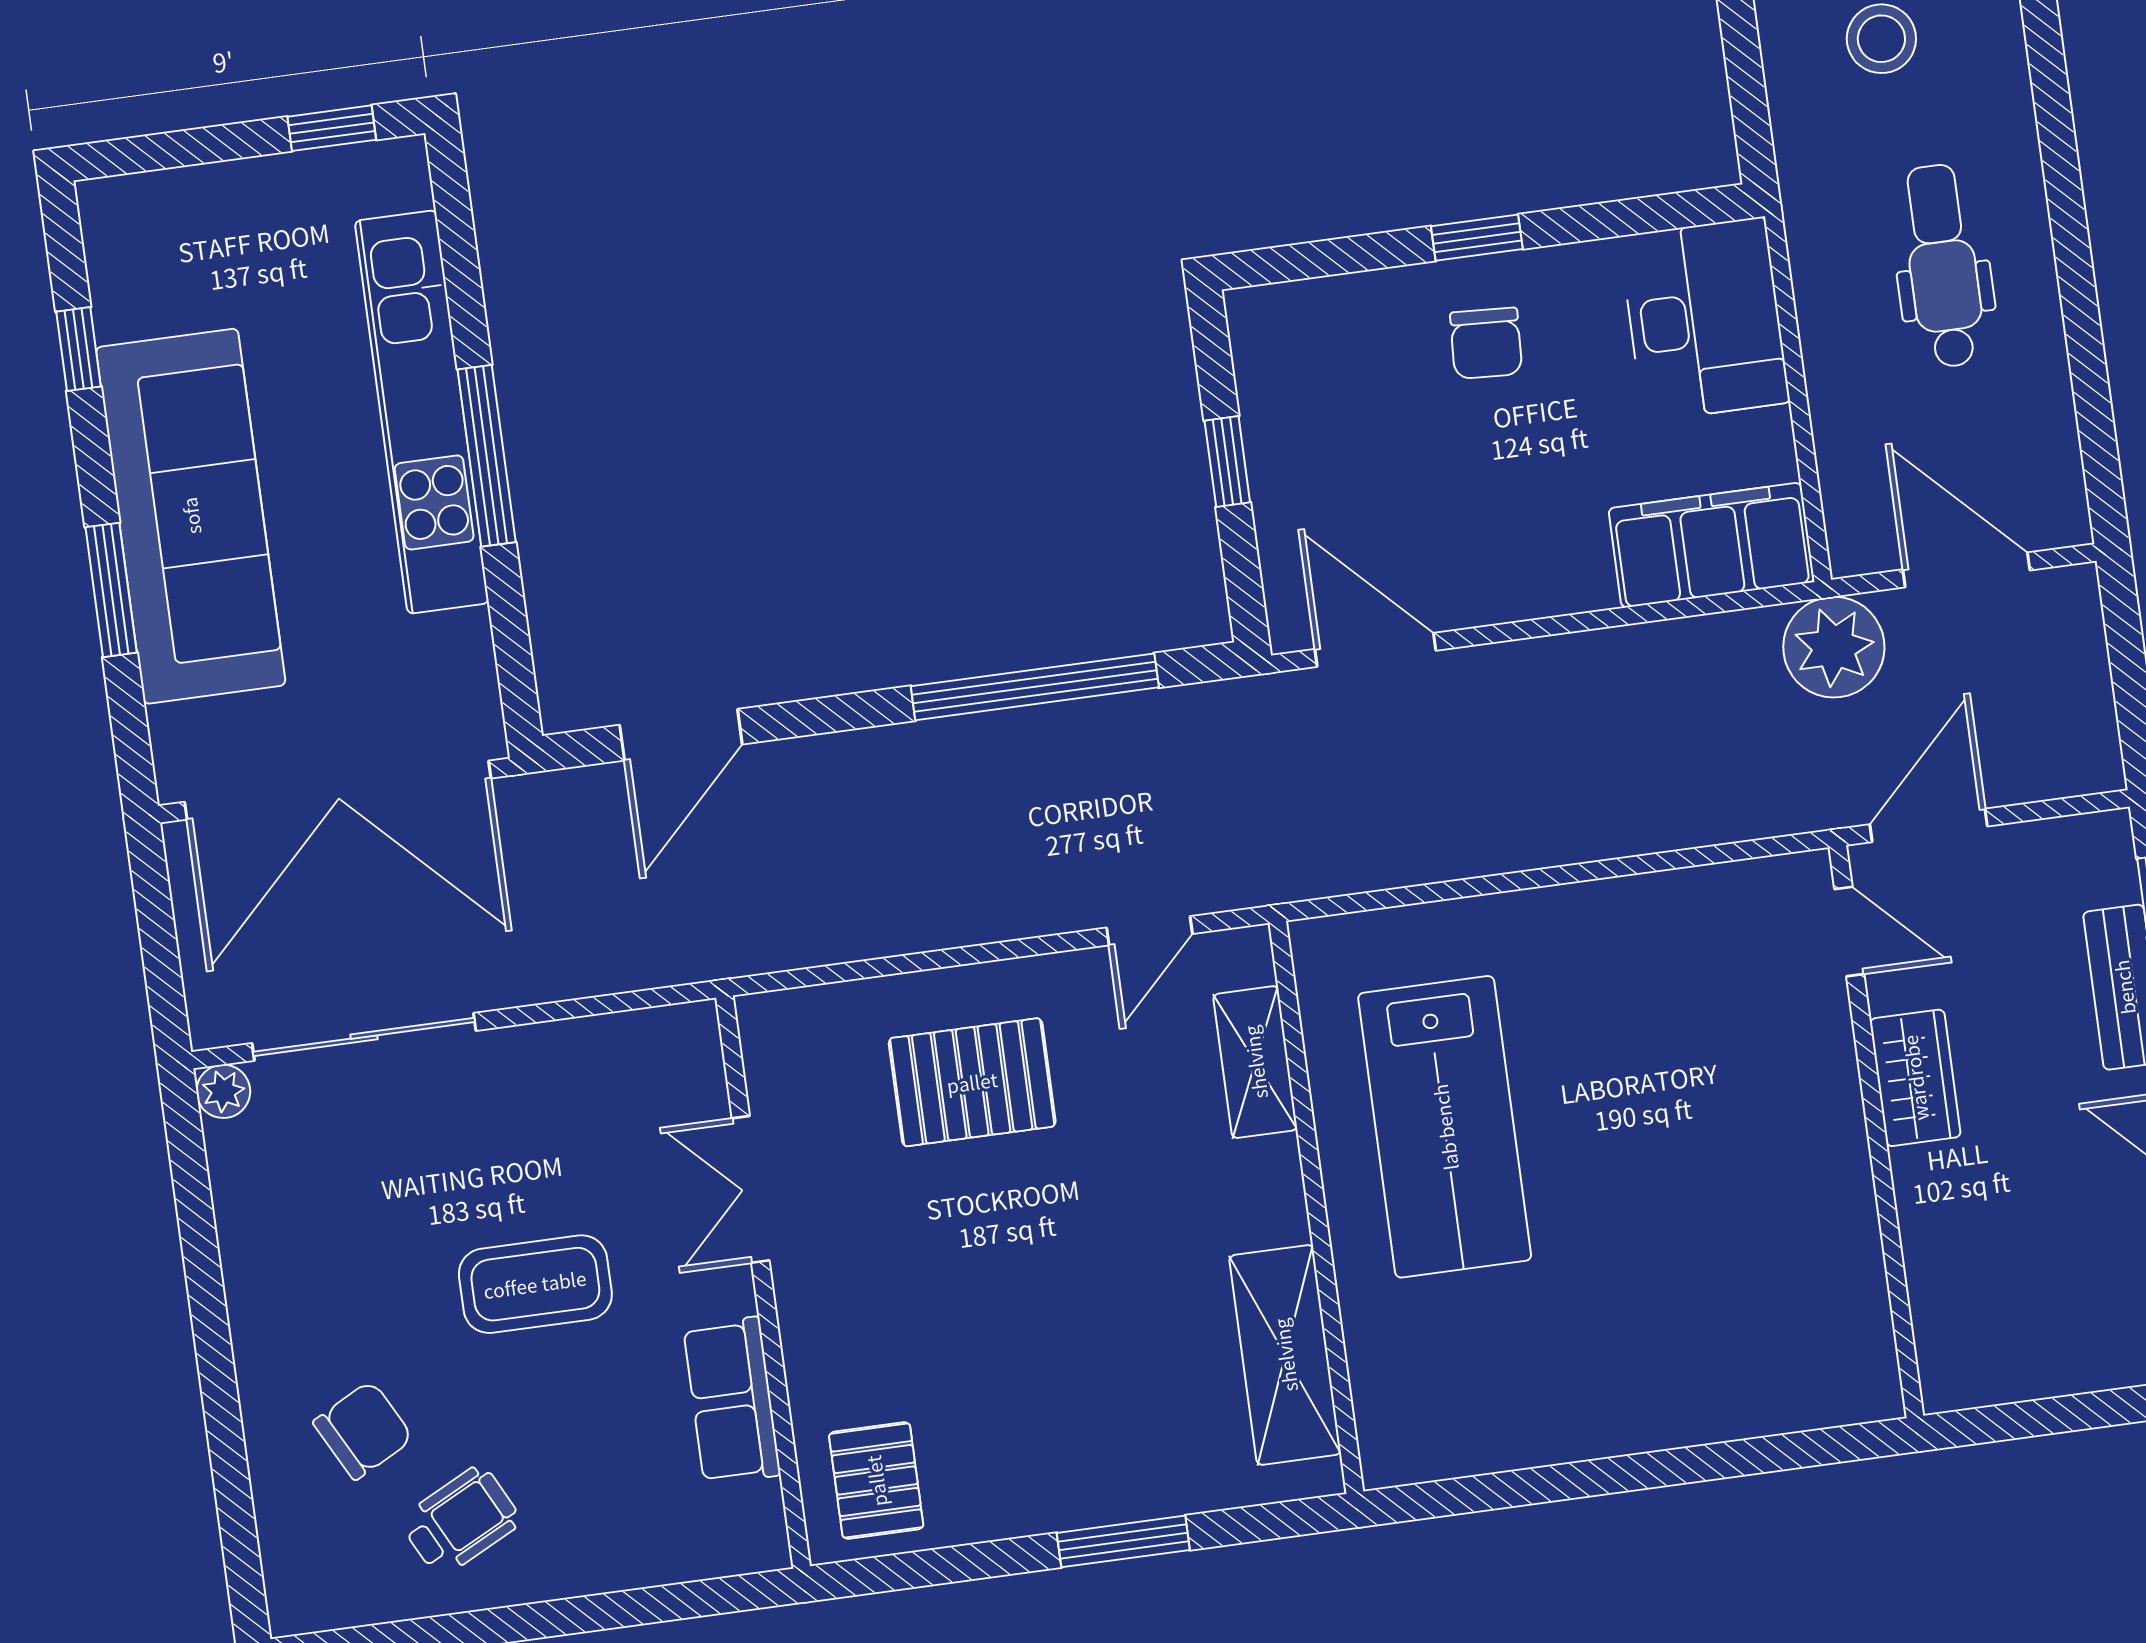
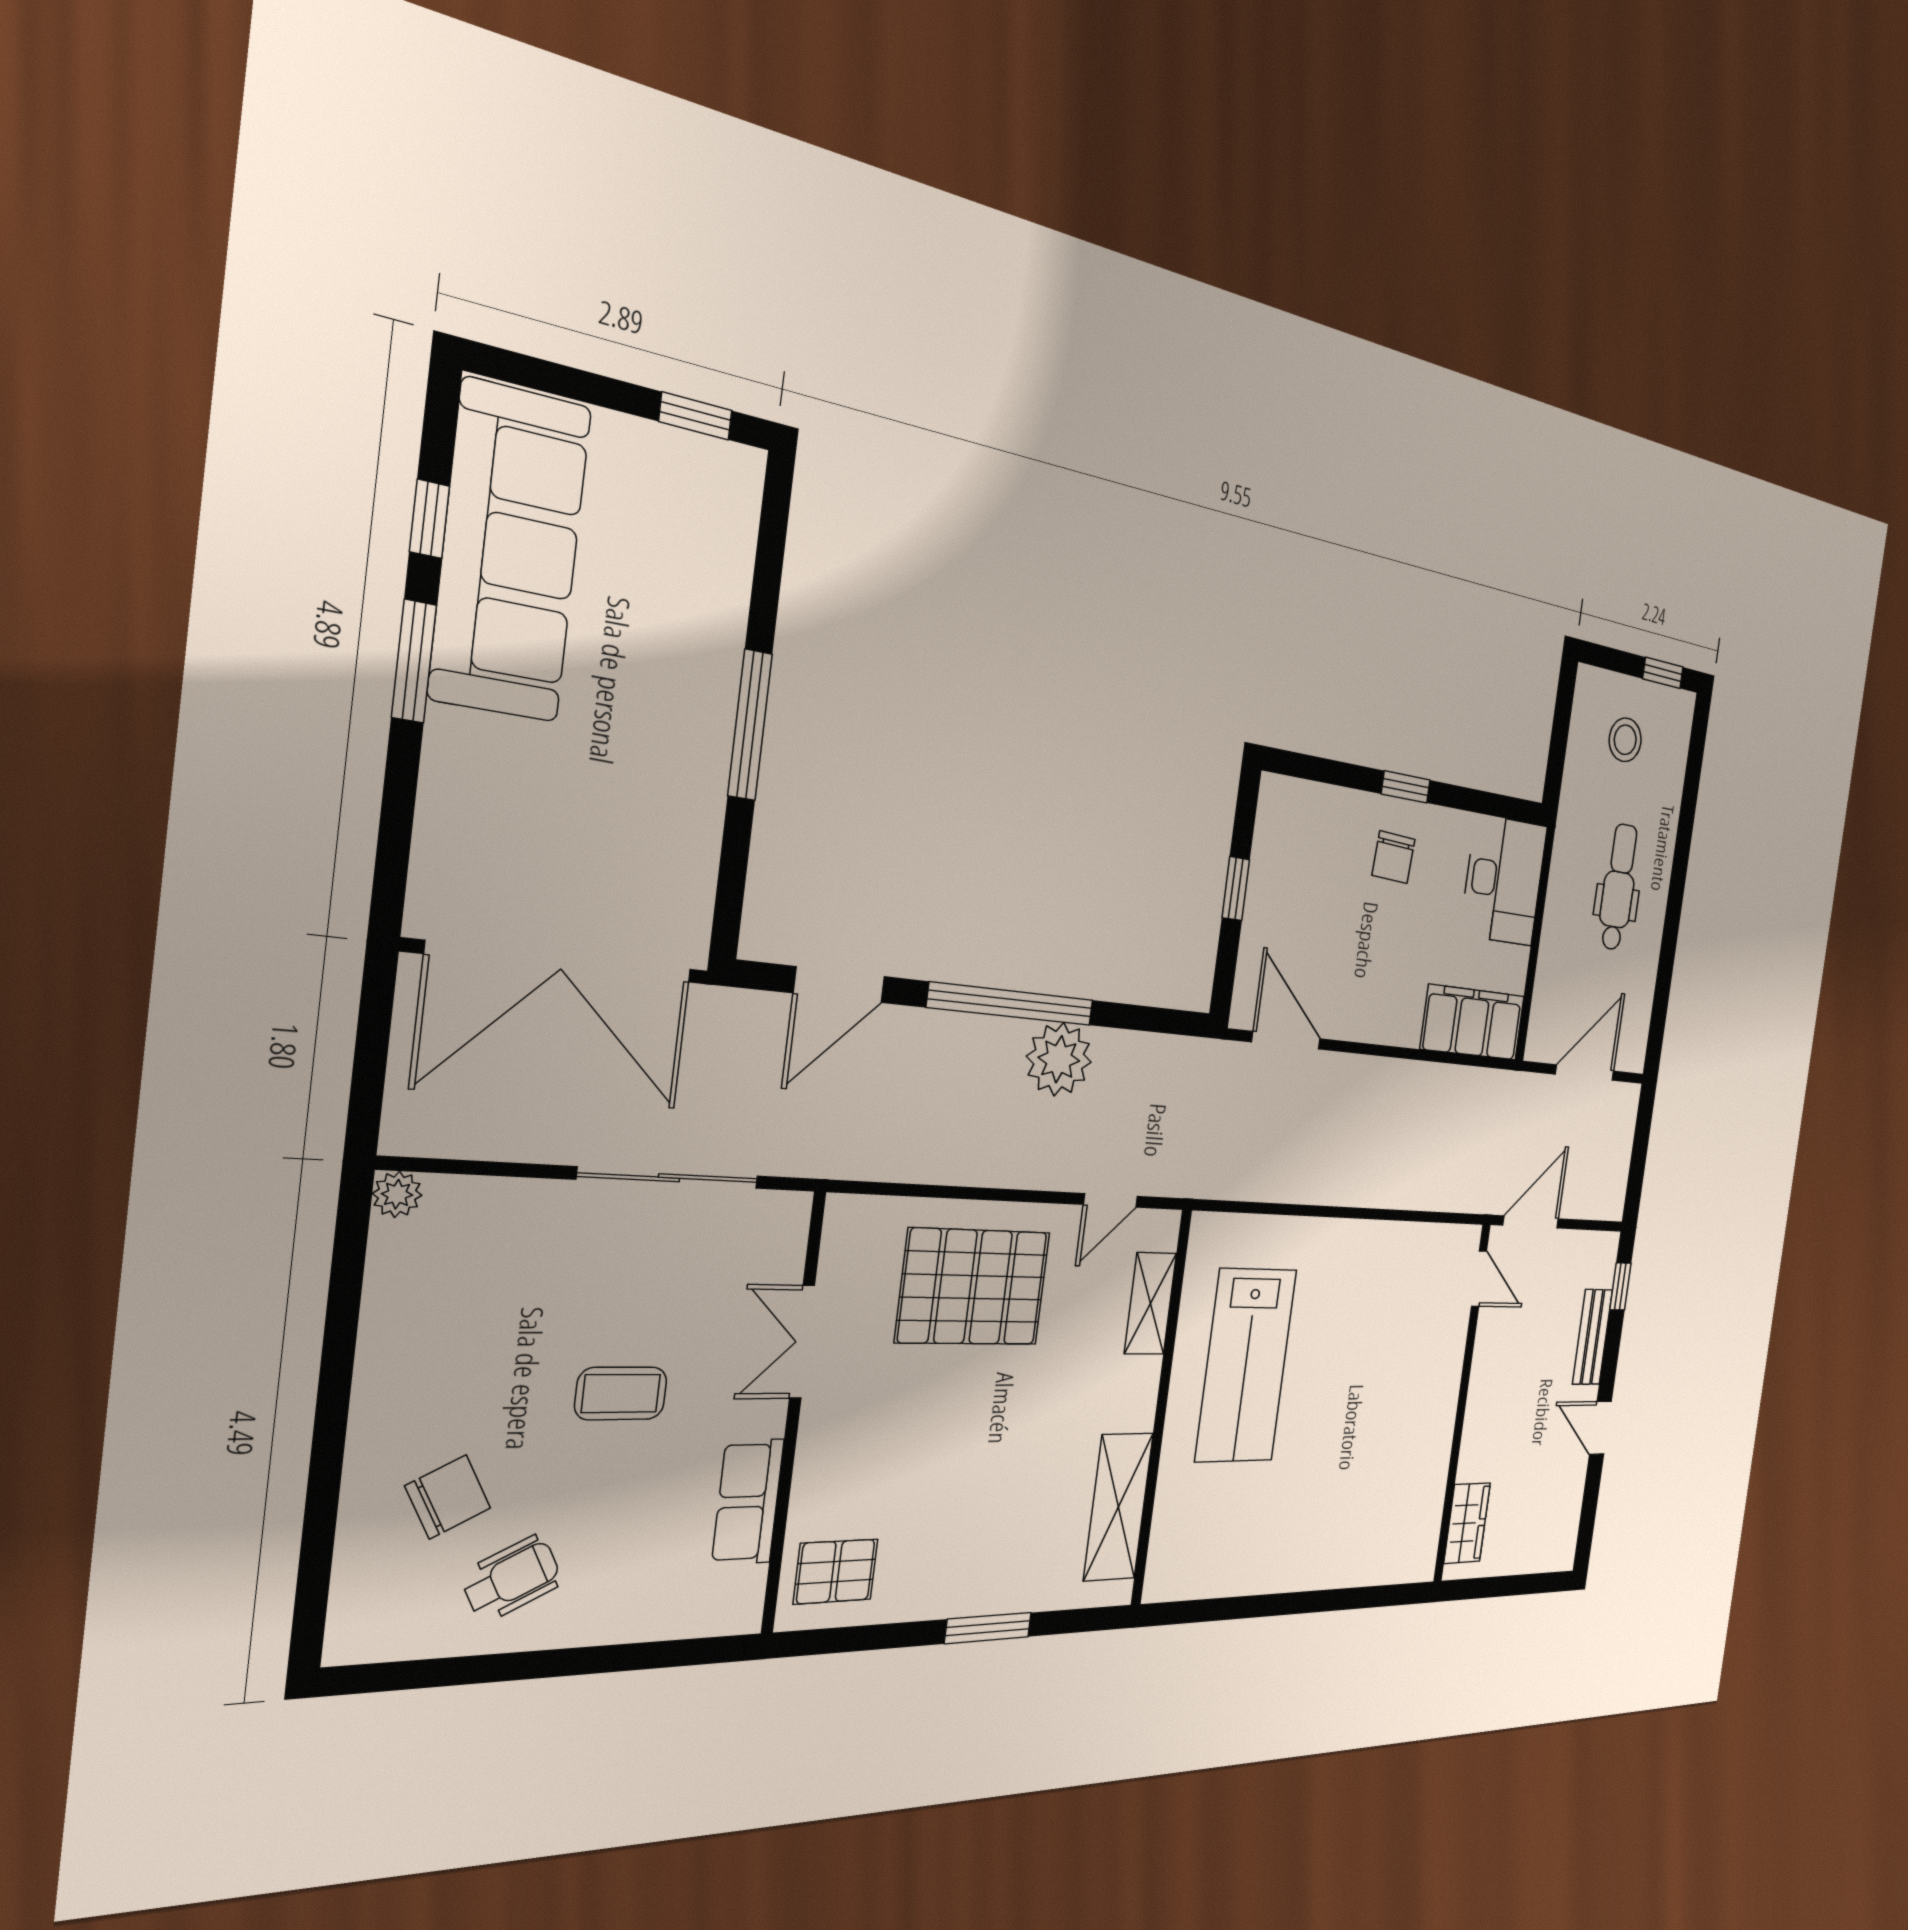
kitchen unit: (422, 412) -> (709, 673), removed
sofa: (191, 516) -> (510, 552), moved
door: (1966, 570) -> (1585, 1073), hinge flipped
window: (111, 590) -> (414, 661), moved
plant: (1834, 647) -> (1059, 1059), moved
window: (1035, 687) -> (1011, 1004), moved
sliding door: (364, 1037) -> (669, 1178), moved
wardrobe: (1915, 1078) -> (1467, 1523), moved
pallet: (972, 1082) -> (973, 1287), width x1.37, depth x1.41
coffee table: (535, 1284) -> (621, 1393), width x0.73, depth x0.77
pallet: (876, 1481) -> (836, 1571), turned 90

